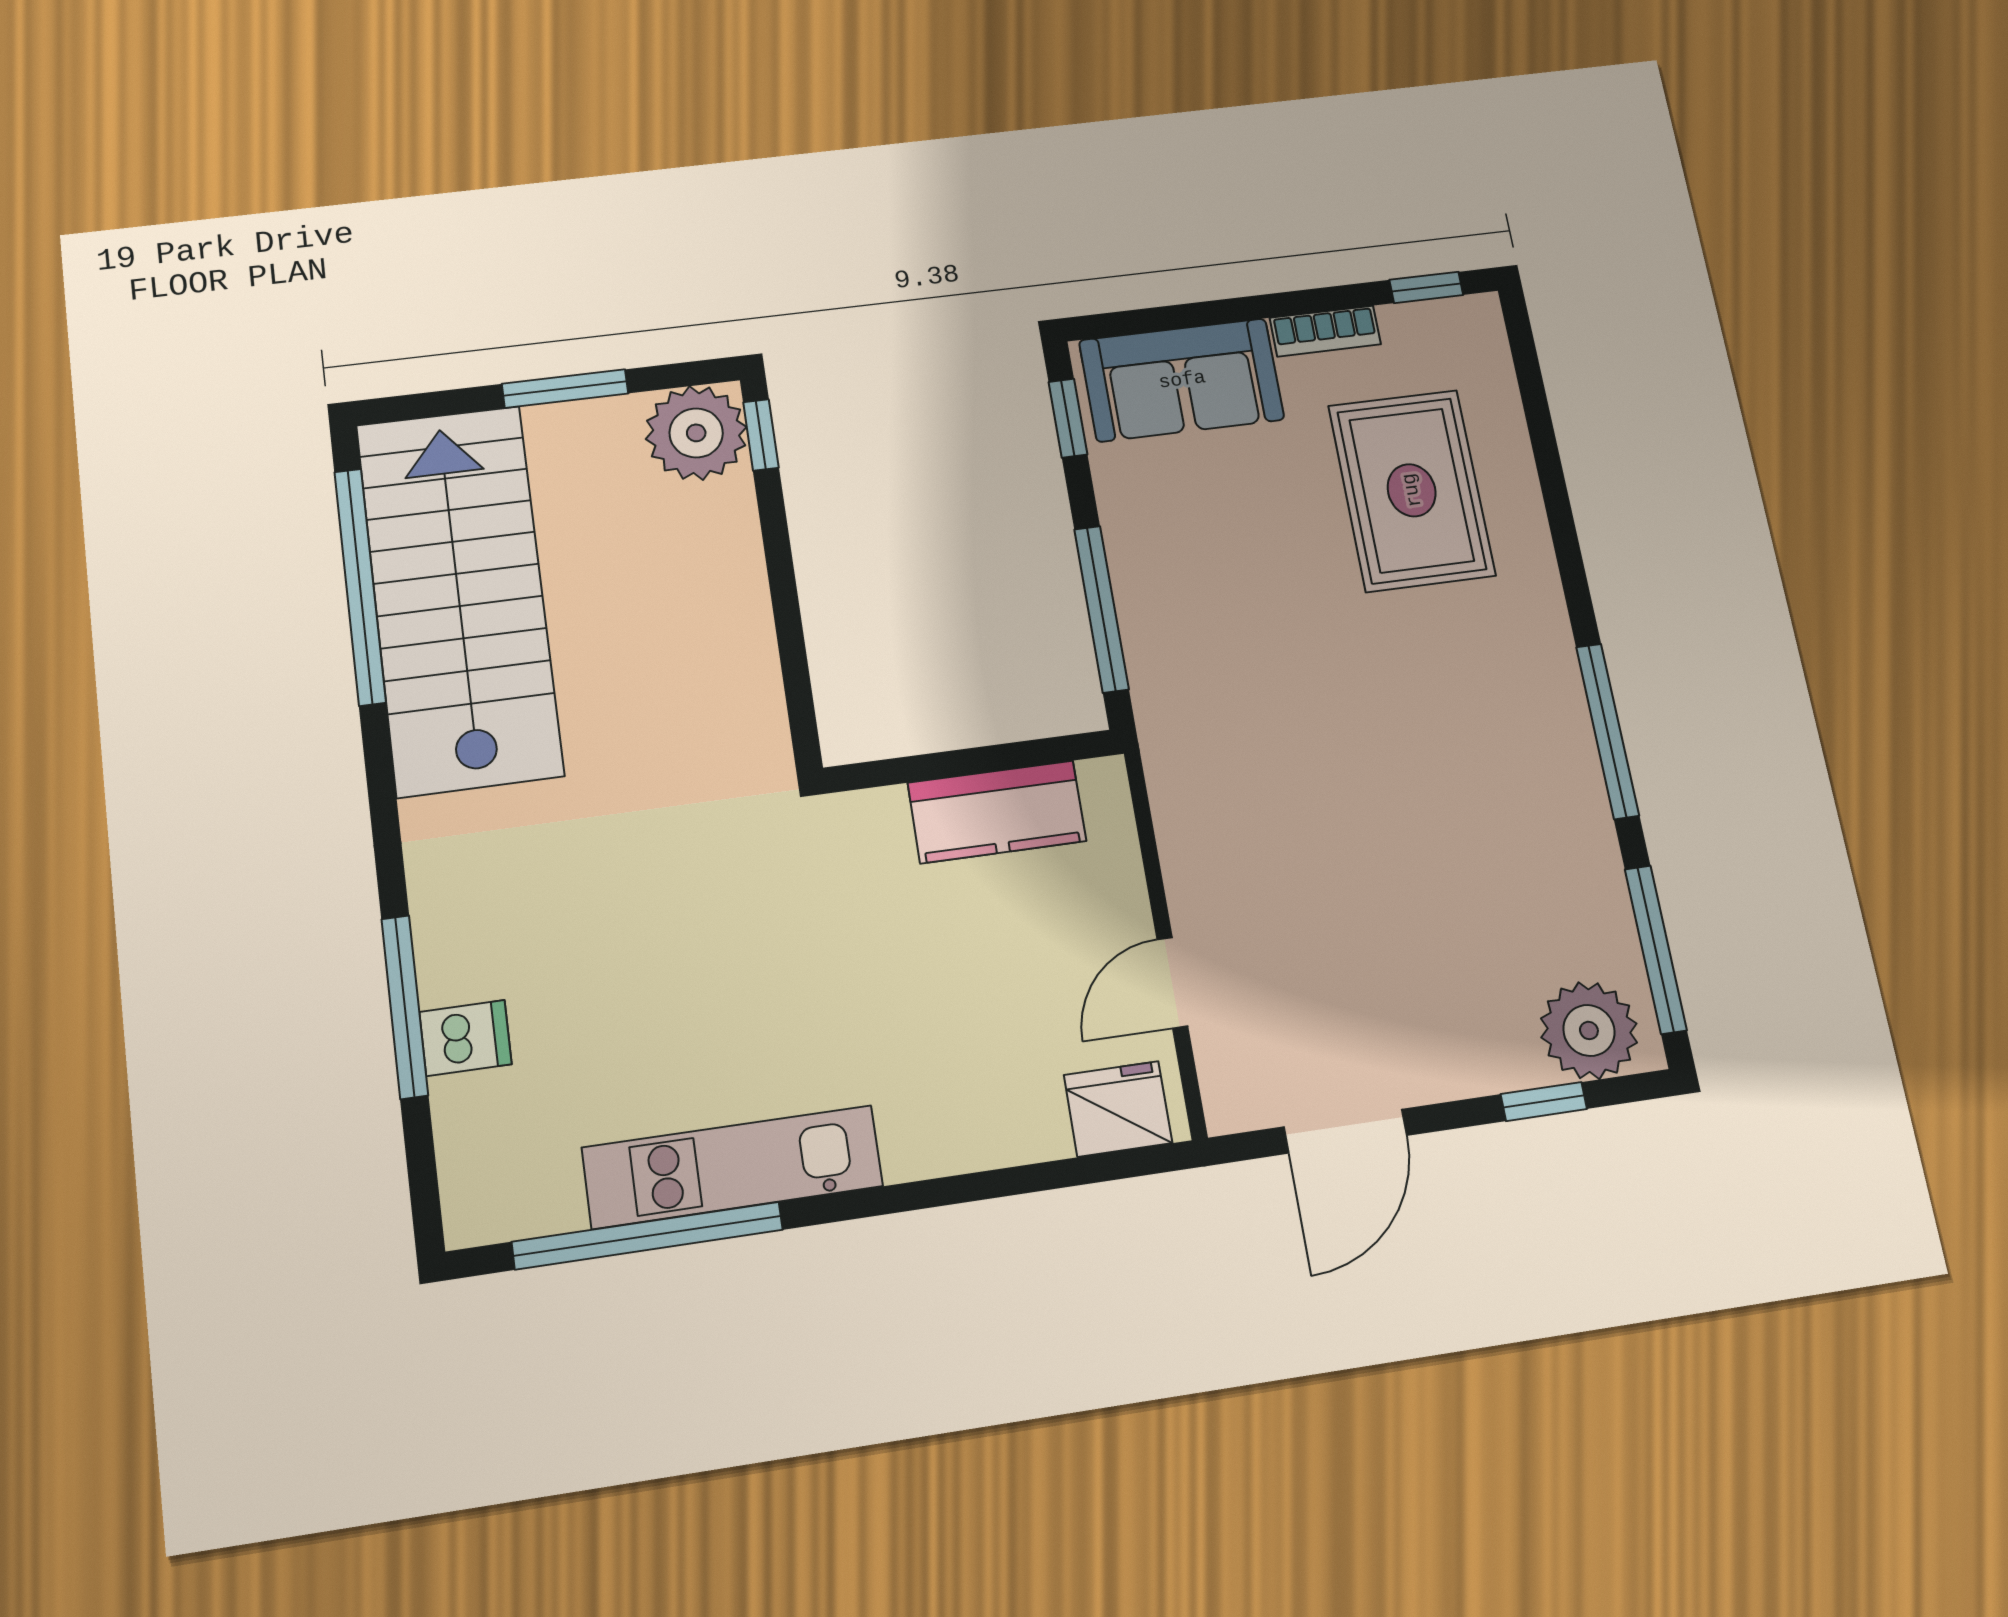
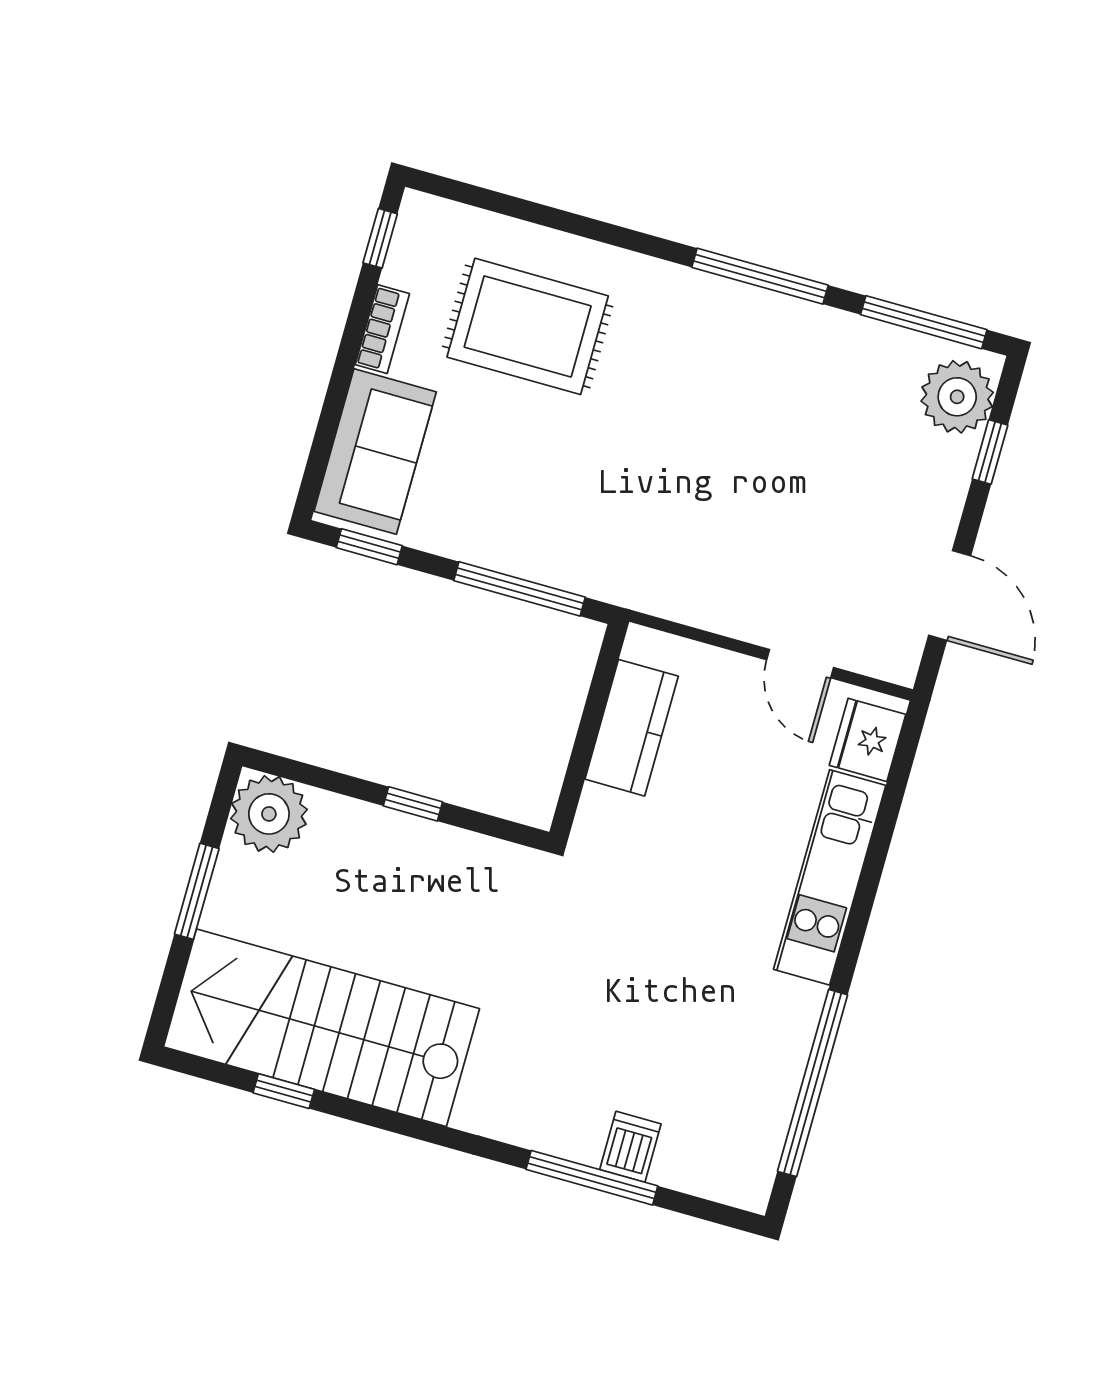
window: (761, 435) -> (413, 804), moved
window: (360, 586) -> (284, 1091), width x0.32
kitchen unit: (733, 1167) -> (830, 877), moved

